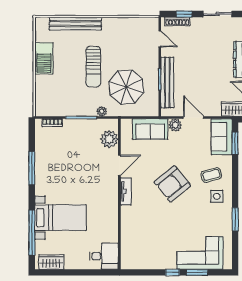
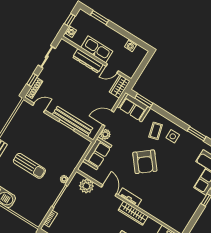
parasol: (126, 87) -> (58, 152), removed
wardrobe: (111, 205) -> (133, 213), added

